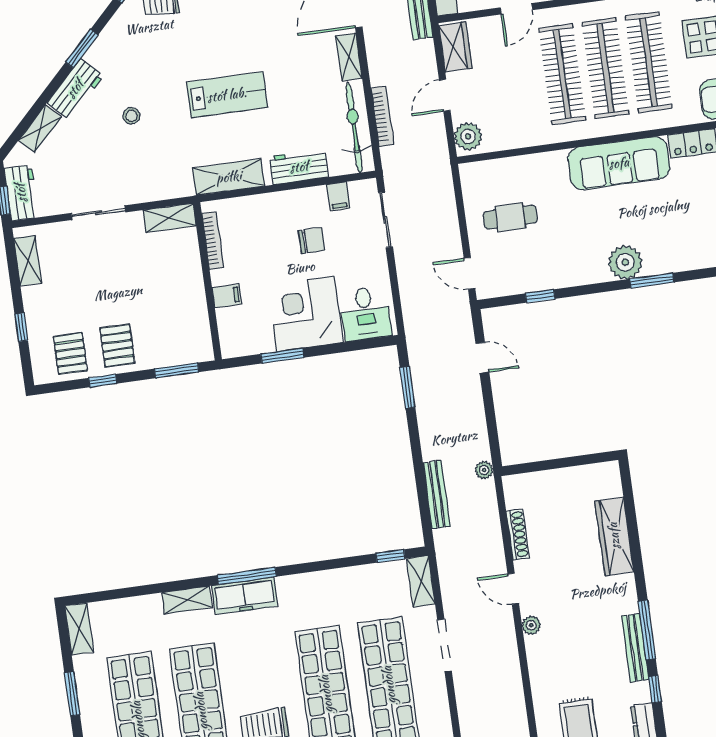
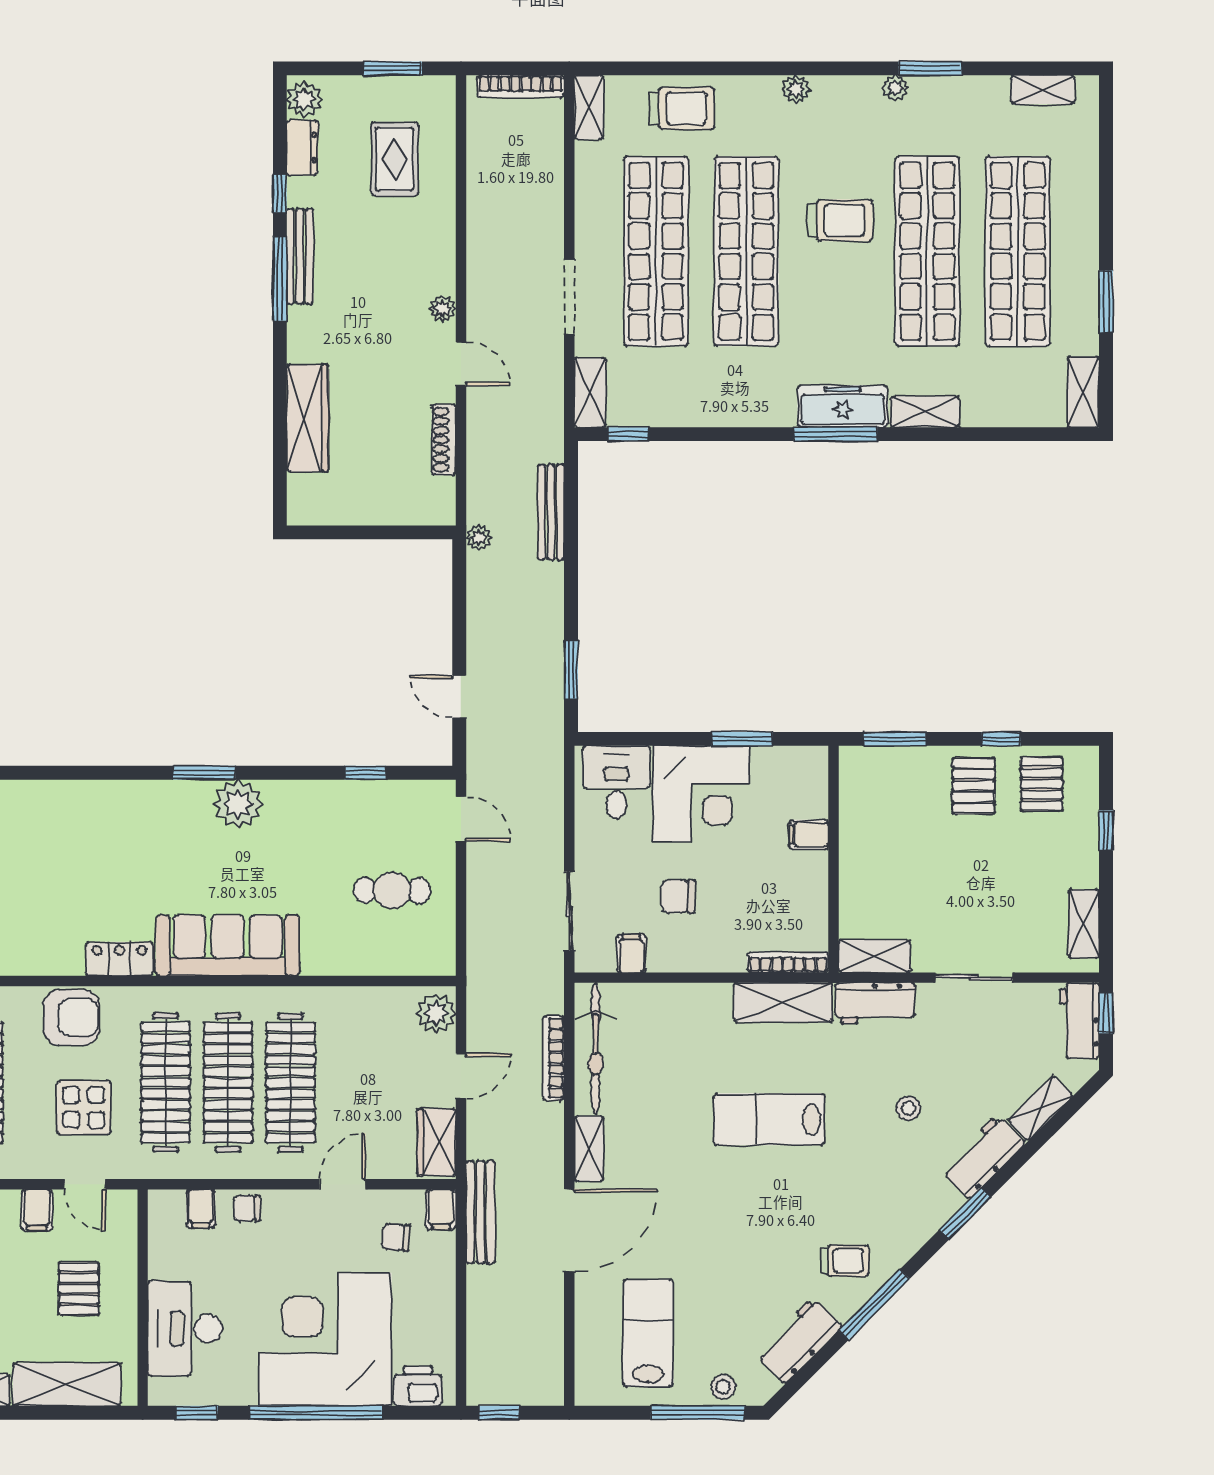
workbench: (299, 167) -> (875, 1003), moved
bookcase: (213, 241) -> (788, 962), moved, turned 90

